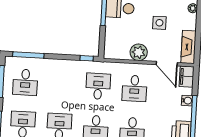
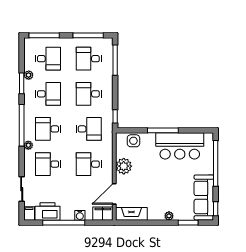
side table: (159, 23) -> (133, 141), moved
desk: (62, 84) -> (89, 94), added

